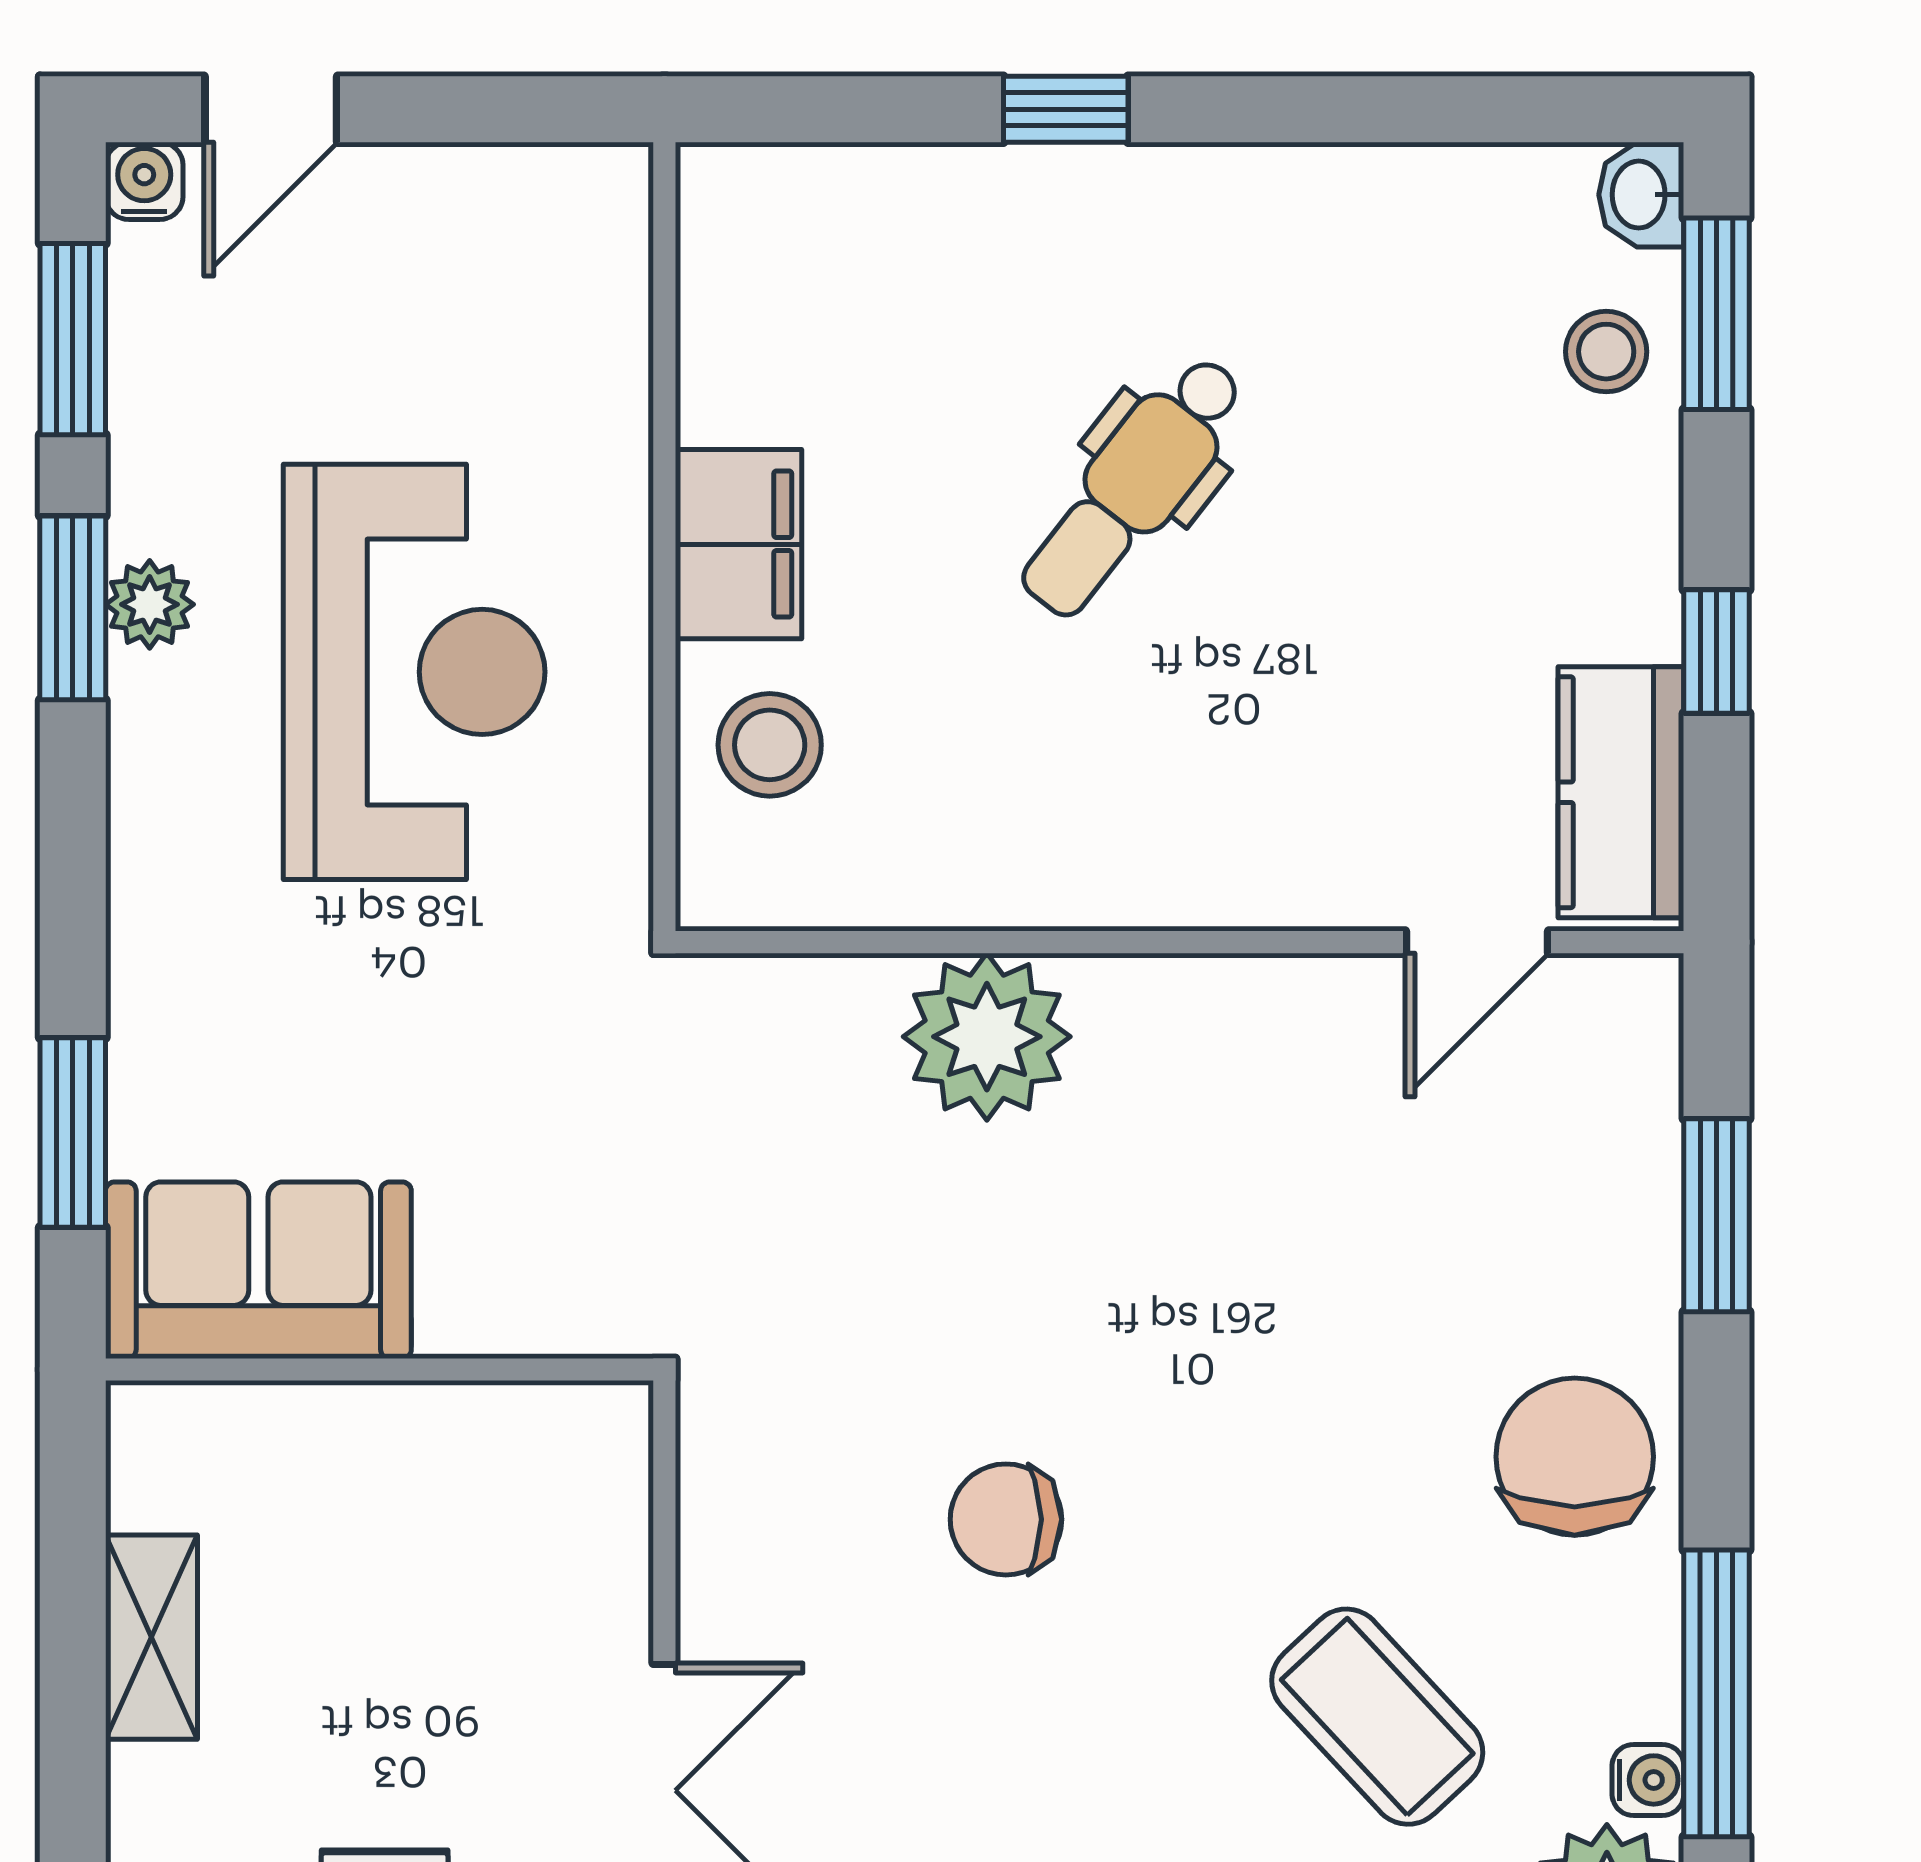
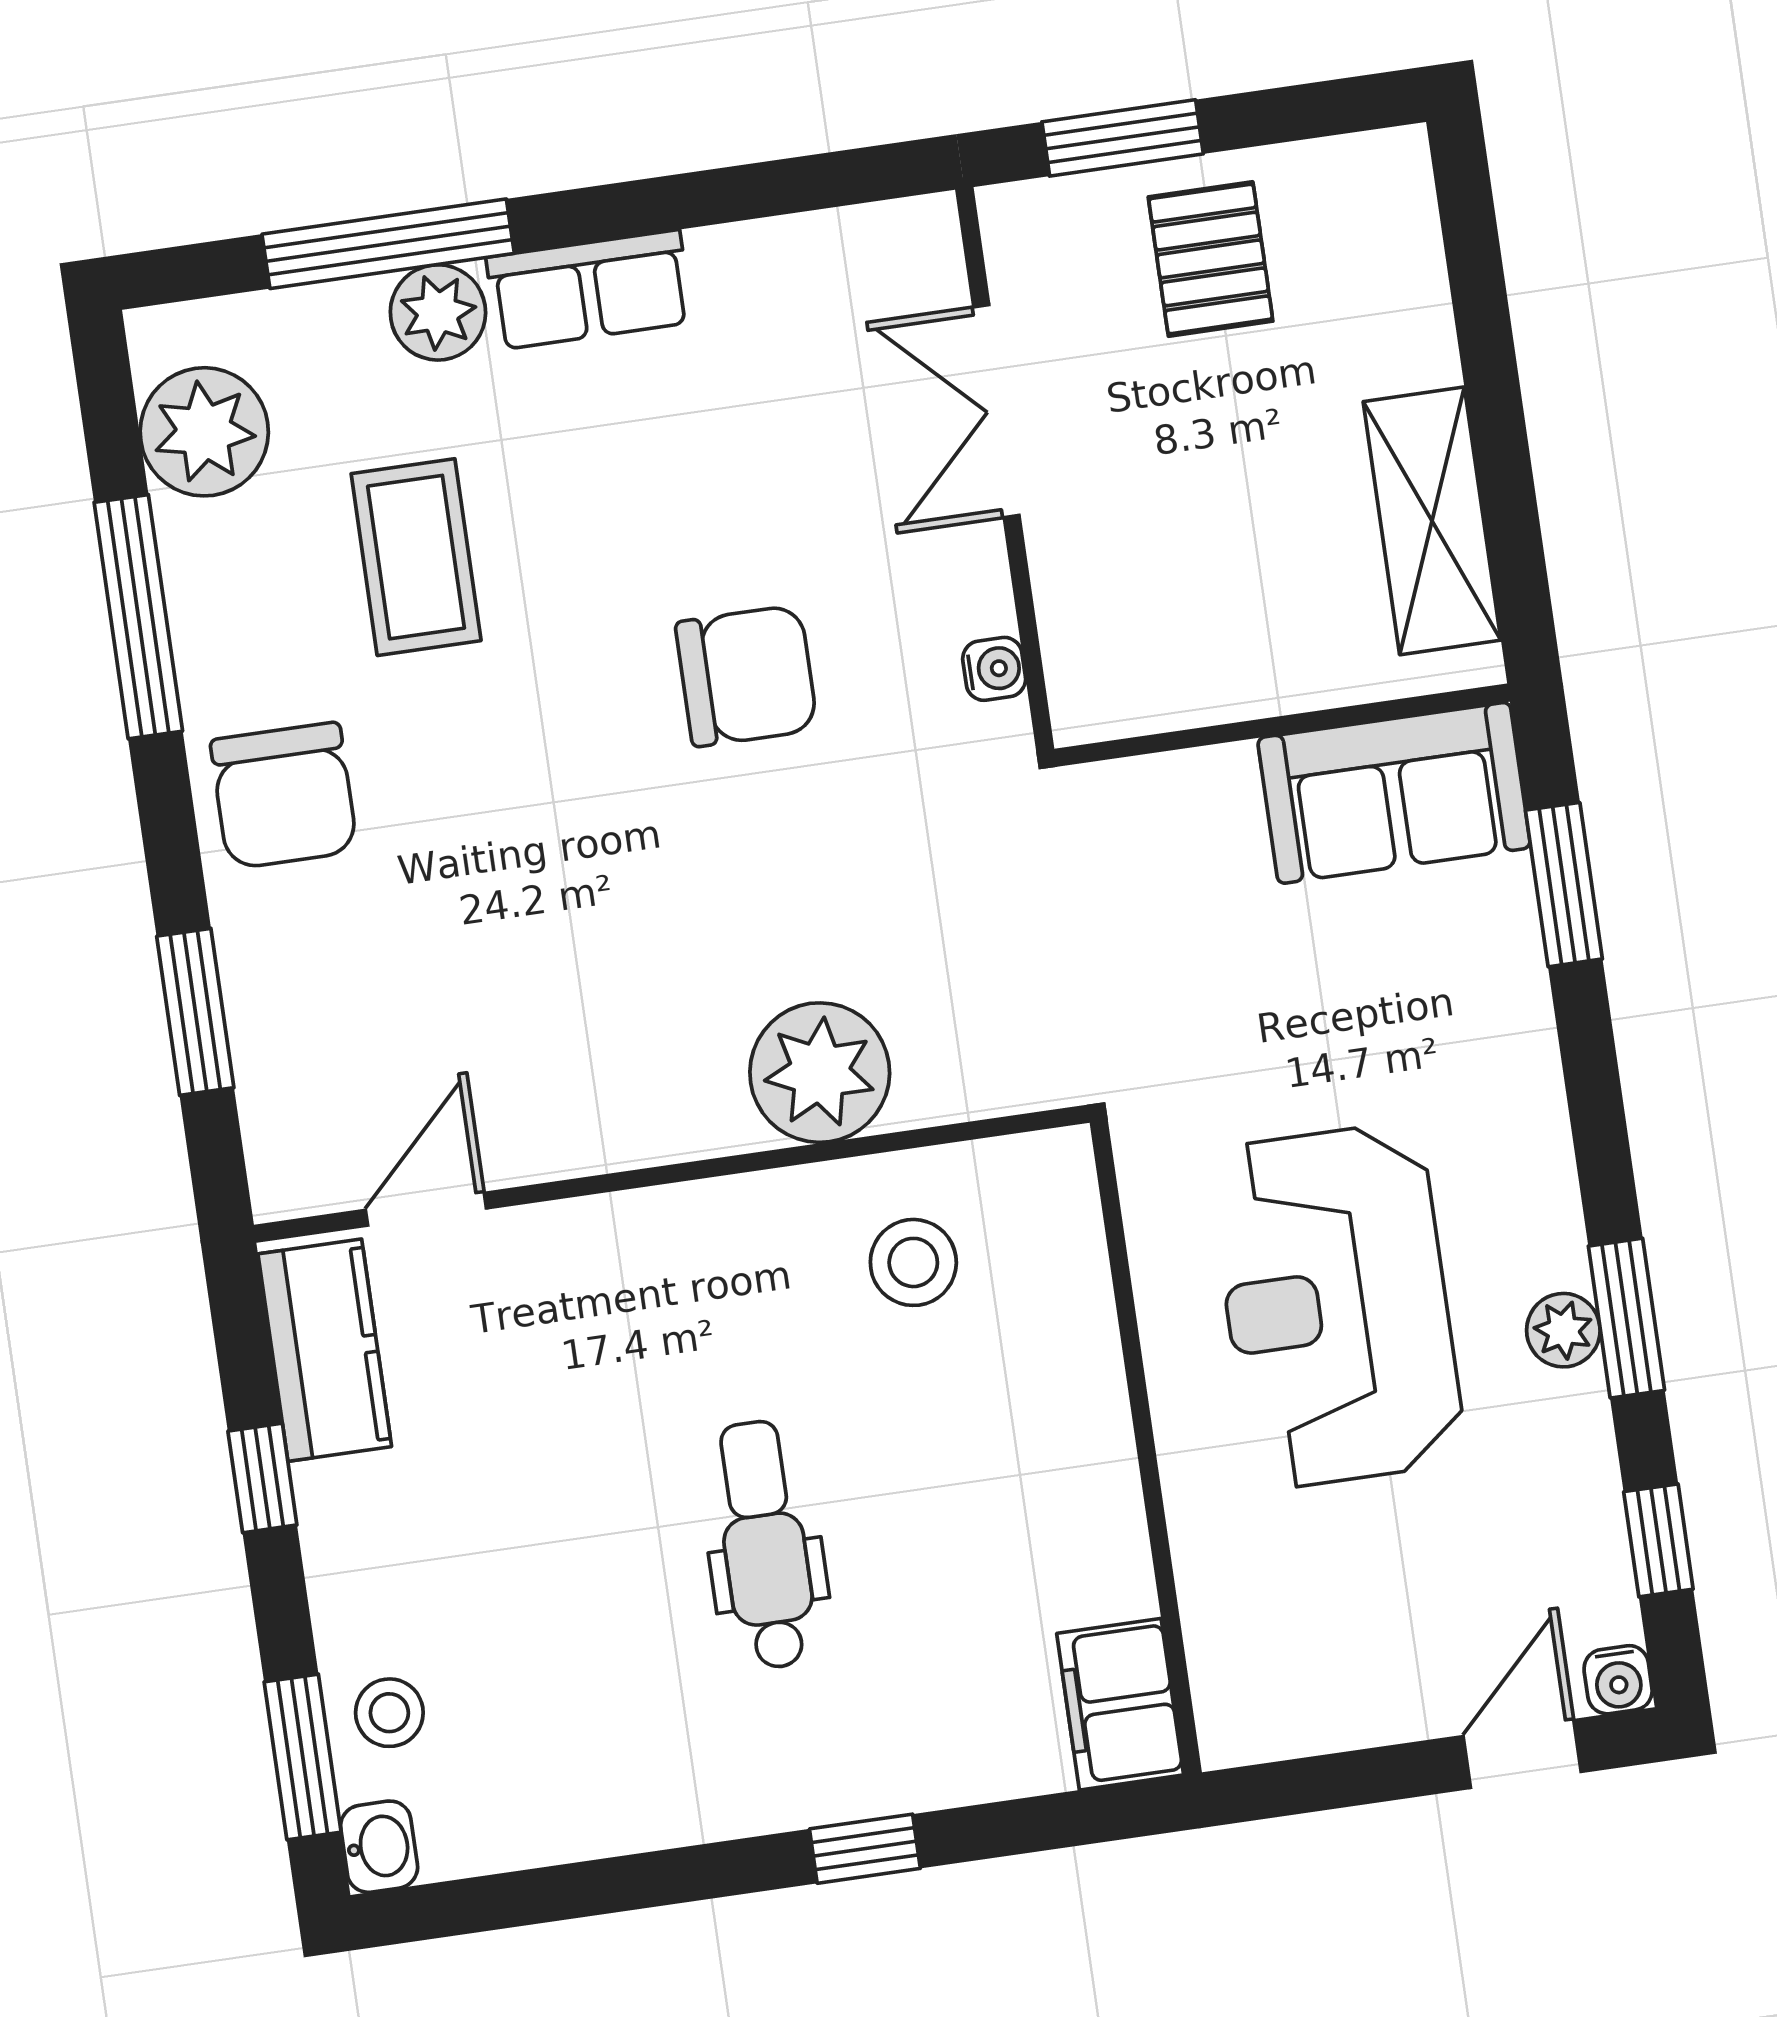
window: (73, 339) -> (1658, 1540), width x0.67
dental chair: (1133, 487) -> (765, 1545), turned -38
filing cabinet: (739, 544) -> (1120, 1704), moved
stool: (770, 745) -> (913, 1262), moved
chair: (1006, 1519) -> (746, 676), width x1.37, depth x1.37
shelving: (151, 1637) -> (1432, 521), width x1.50, depth x1.33
coffee table: (1377, 1717) -> (416, 557), turned 43
water cooler: (1648, 1780) -> (994, 669), moved, turned 180

